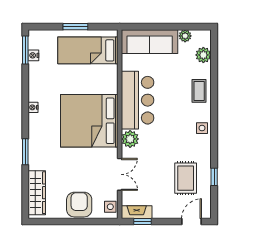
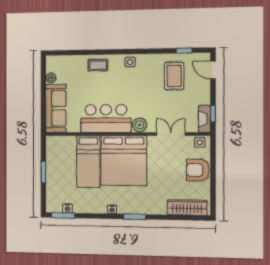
bed: (88, 50) -> (88, 162), moved
plant: (203, 55) -> (67, 62), removed
window: (25, 152) -> (135, 217), moved
window: (214, 177) -> (184, 51), moved
rug: (186, 178) -> (174, 76), turned 90

